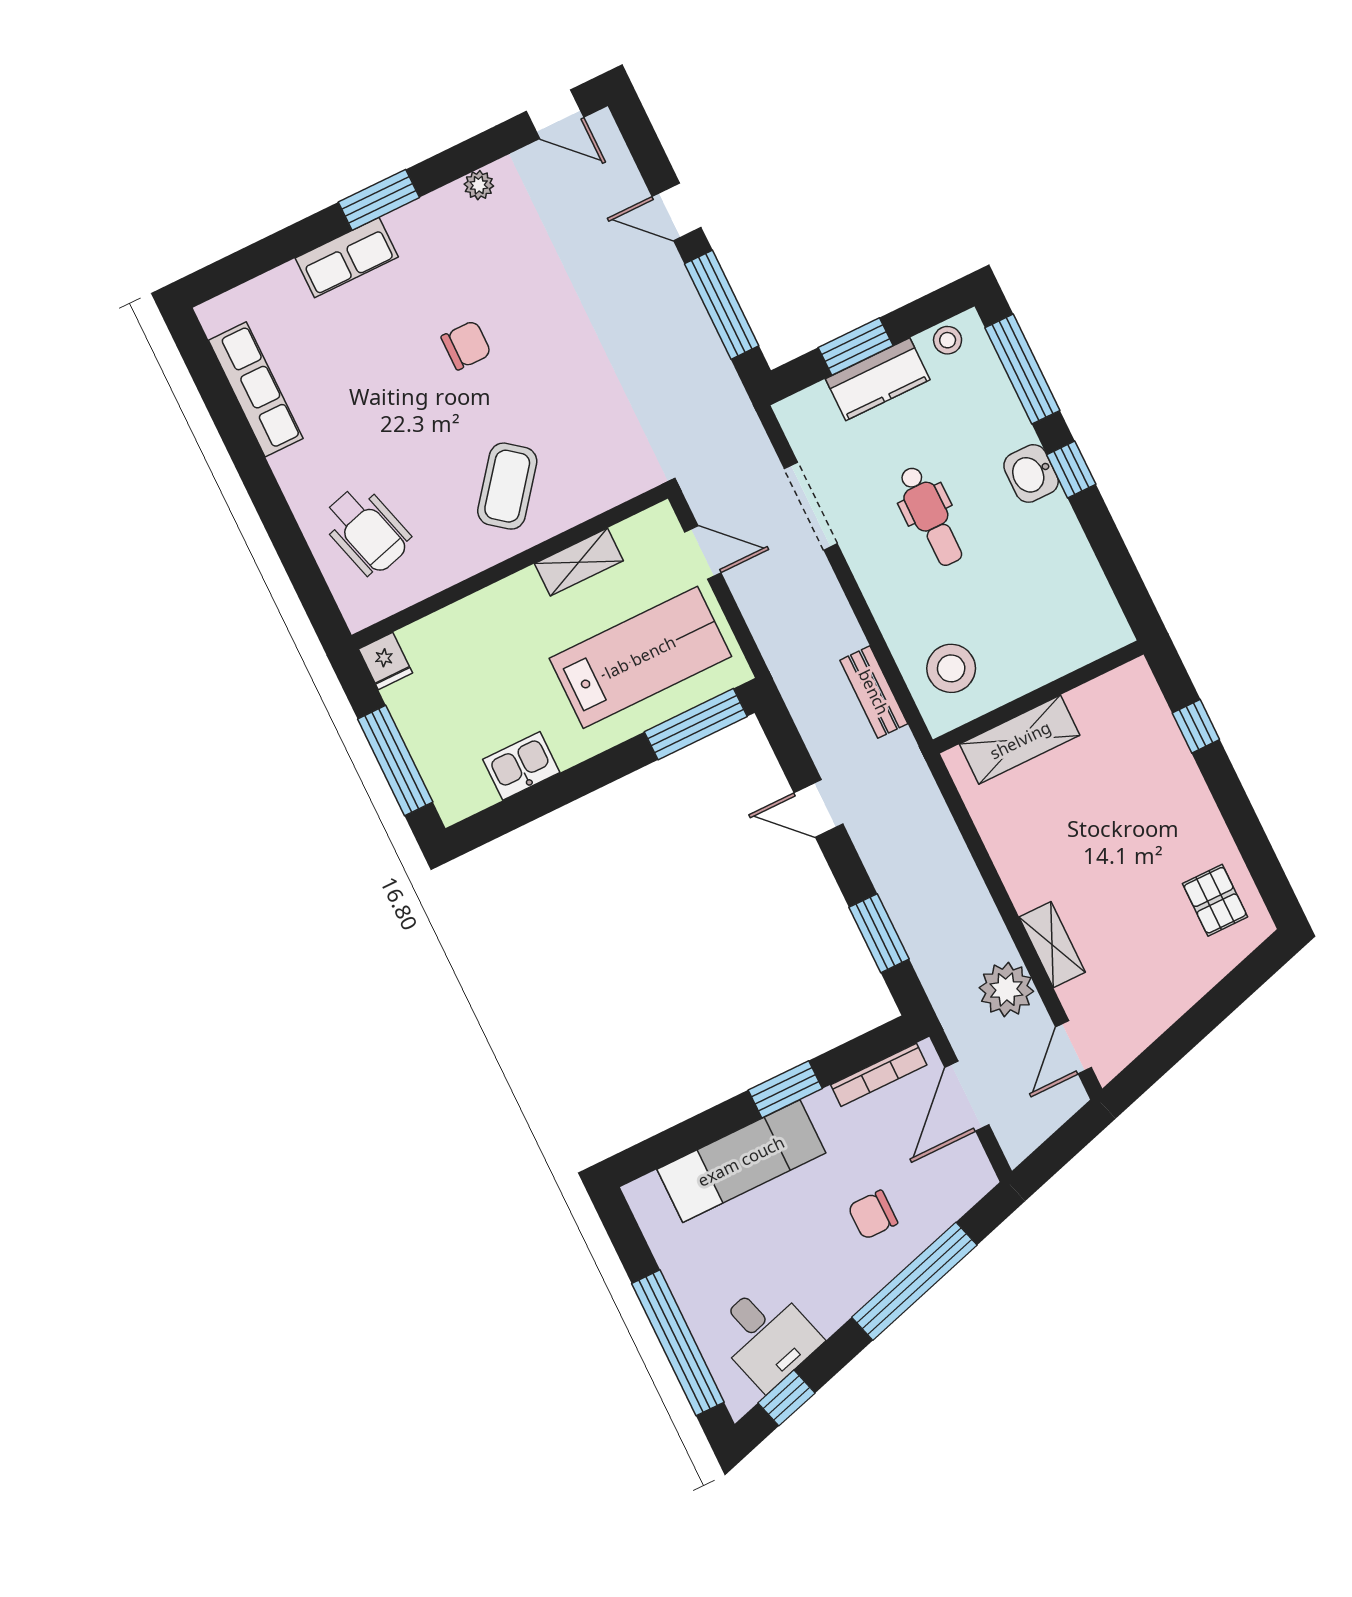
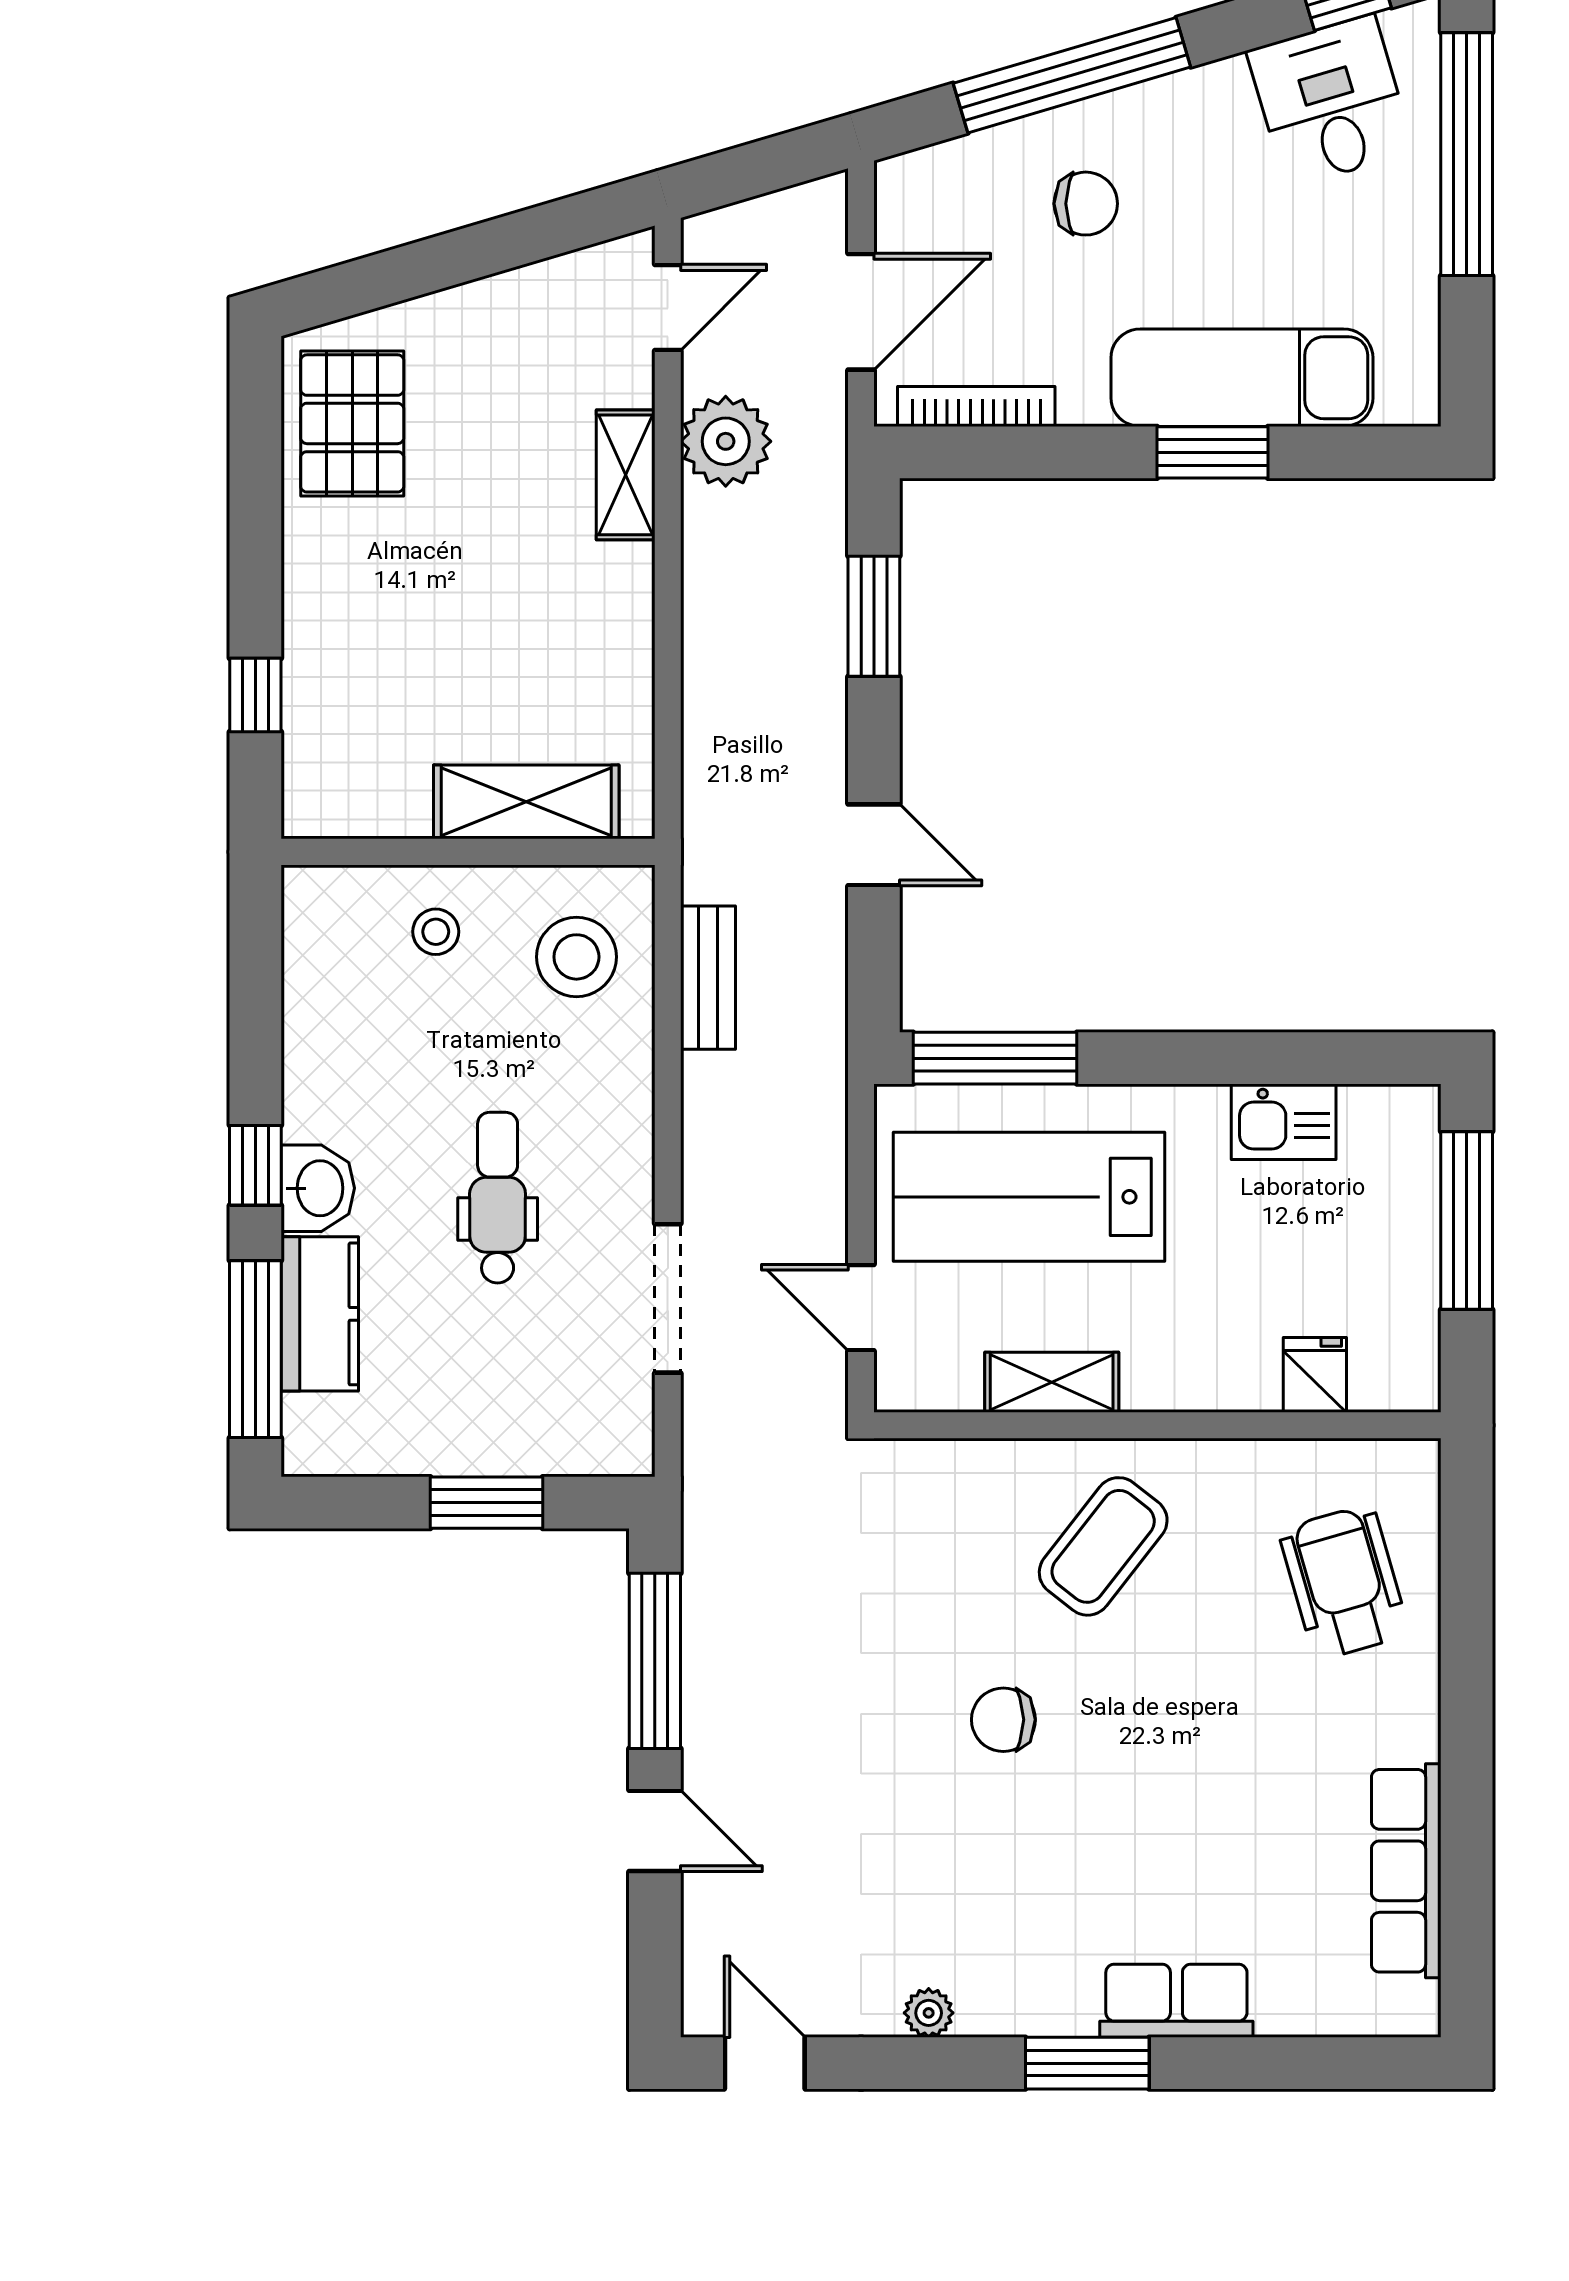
stool: (948, 340) -> (436, 932), moved
chair: (466, 345) -> (1003, 1720), moved
kitchen counter: (878, 379) -> (320, 1314), moved, turned 90
fridge: (386, 661) -> (1315, 1375), moved
pallet: (1215, 900) -> (352, 423), width x1.50, depth x1.42
window: (785, 1089) -> (1213, 452), moved

